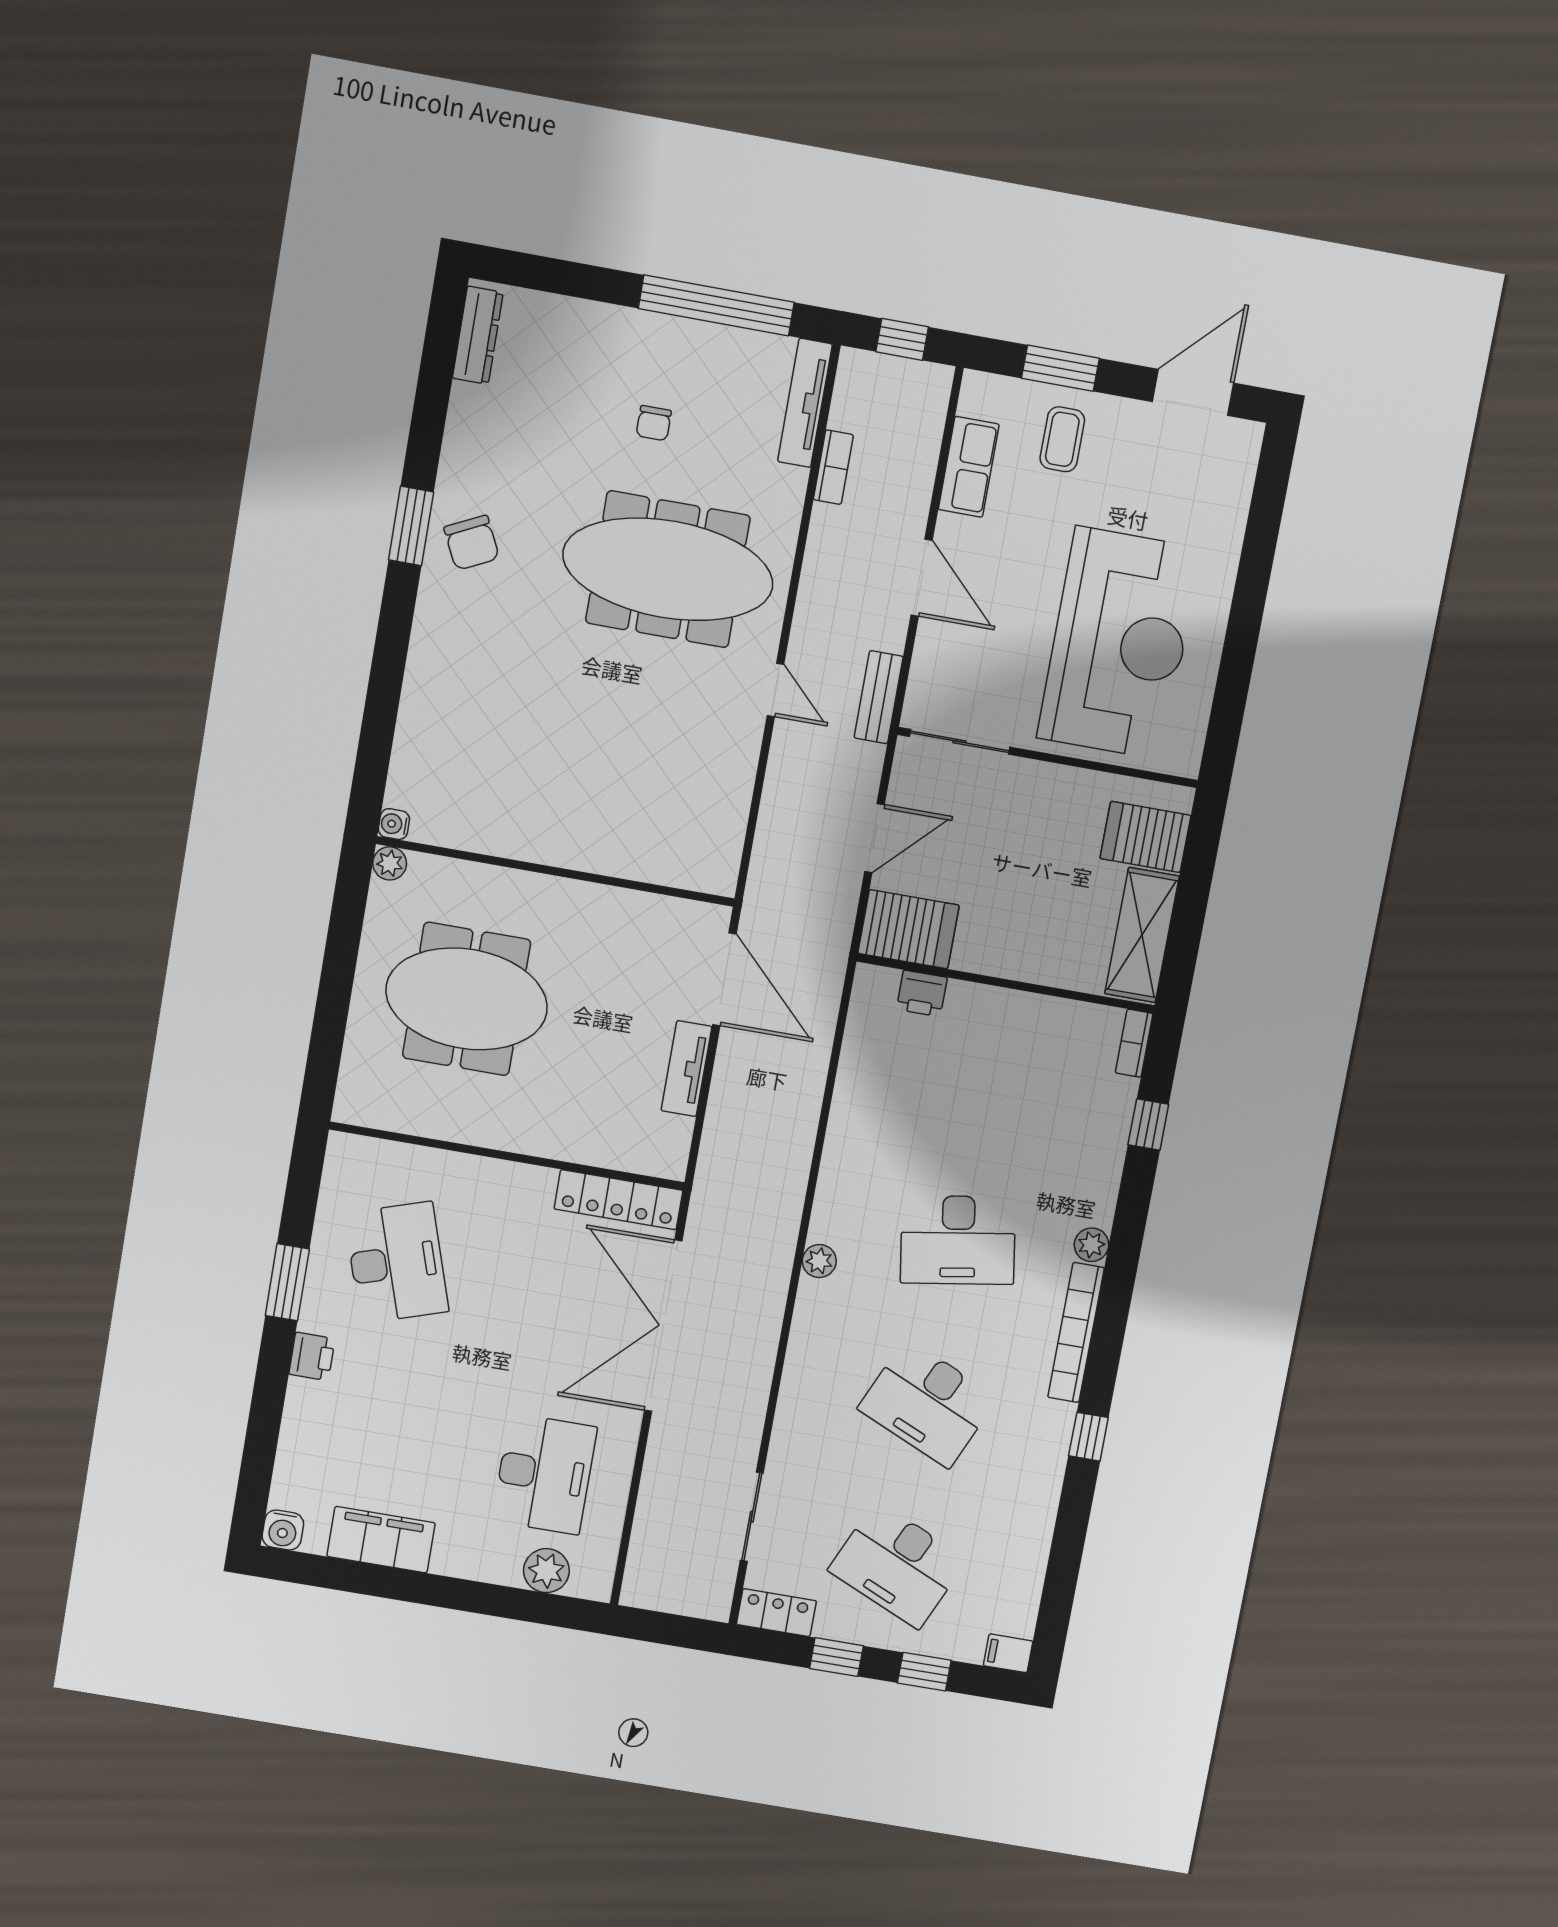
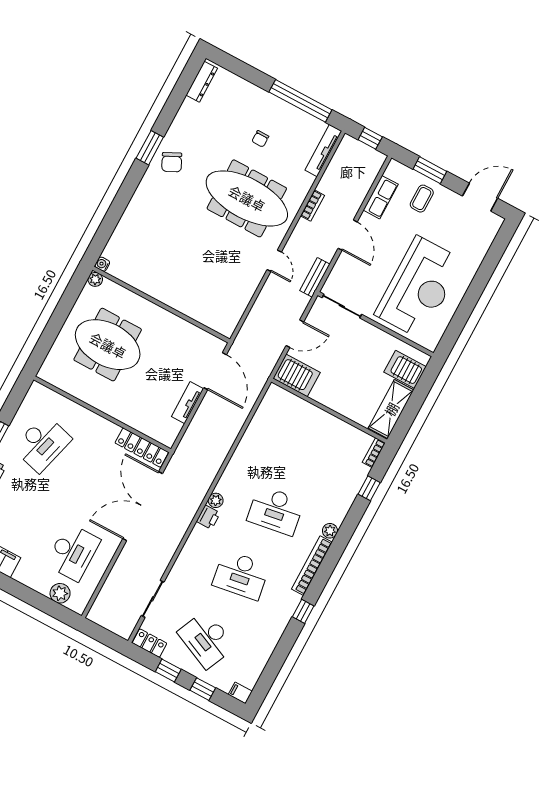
bookcase: (833, 467) -> (313, 206), moved
printer: (922, 993) -> (208, 517), moved, turned -90
desk: (397, 1263) -> (42, 443), turned 33
desk: (928, 1403) -> (241, 575), turned -33

